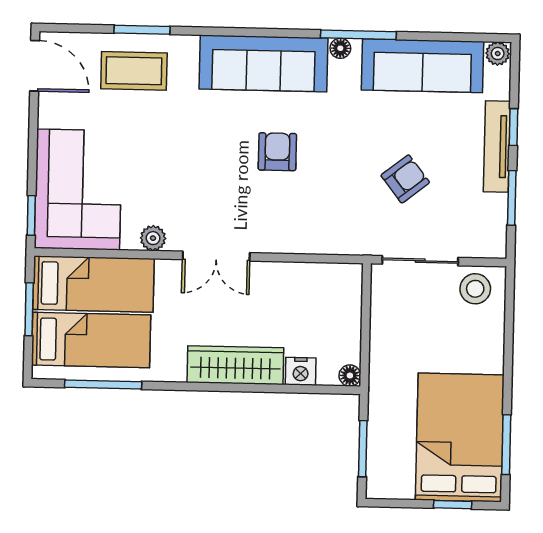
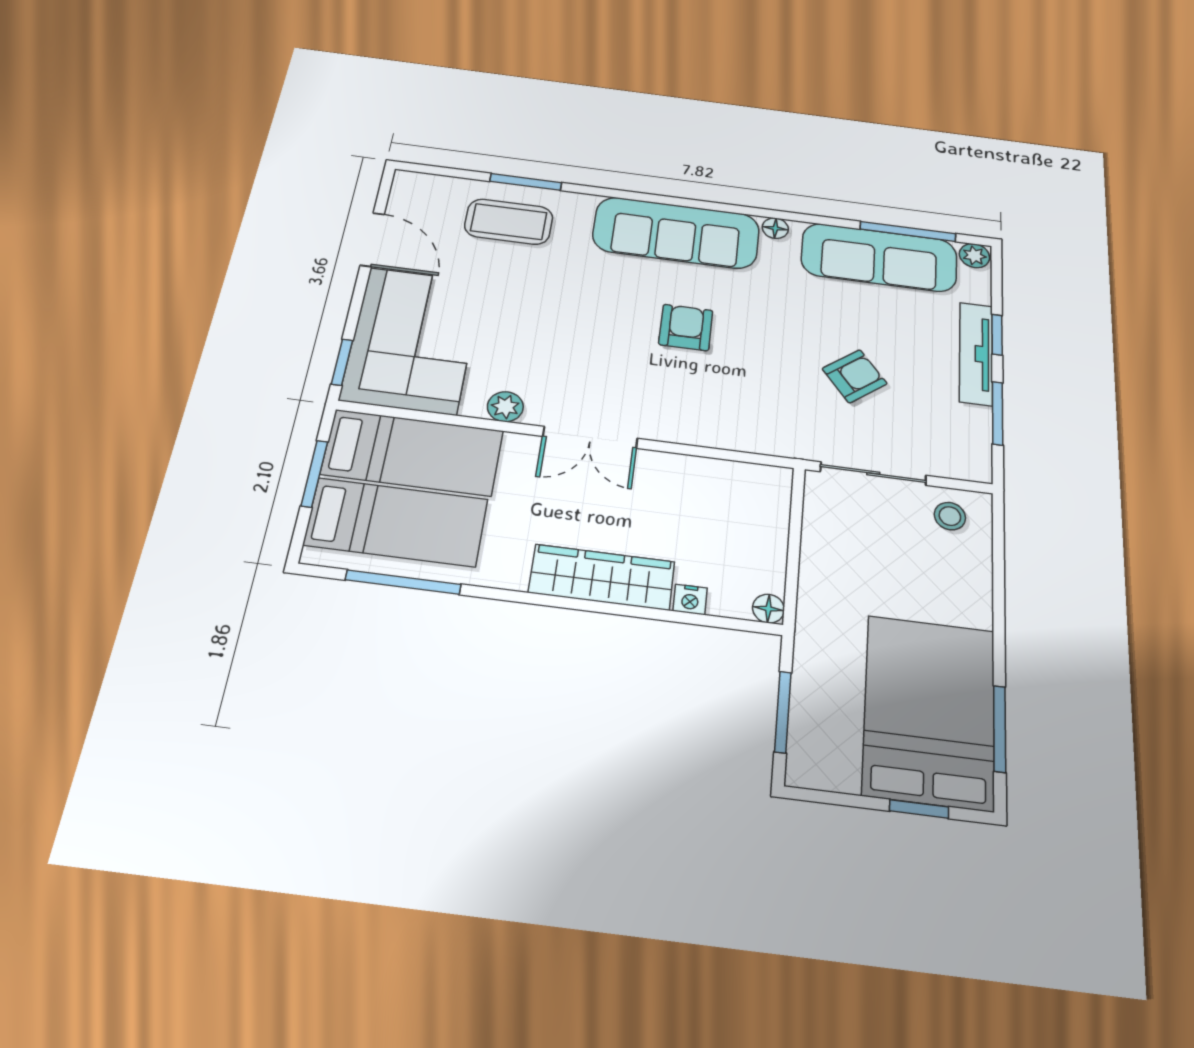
window: (358, 35) -> (908, 231), moved
door: (35, 66) -> (372, 240), moved
stool: (475, 289) -> (950, 516), width x0.73, depth x0.73
nightstand: (301, 371) -> (690, 599), width x0.72, depth x0.74

